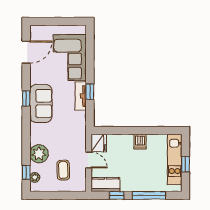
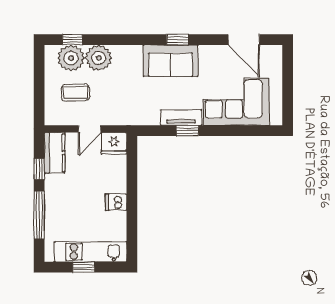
plant: (35, 177) -> (71, 58), width x1.87, depth x1.87

